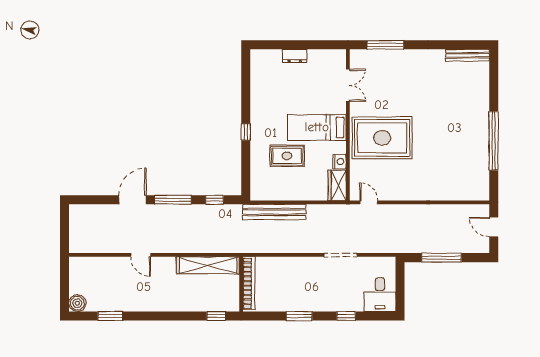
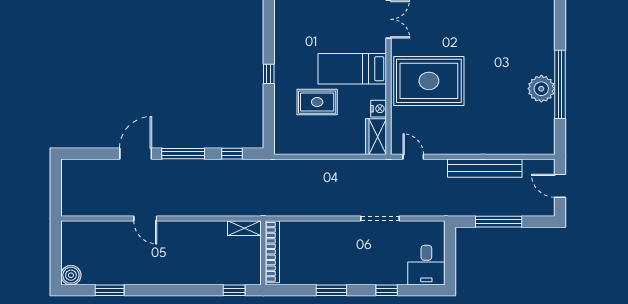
plant: (478, 144) -> (541, 89), added
bench: (274, 212) -> (485, 168), moved
shelving: (208, 265) -> (244, 228), width x0.45, depth x0.75

